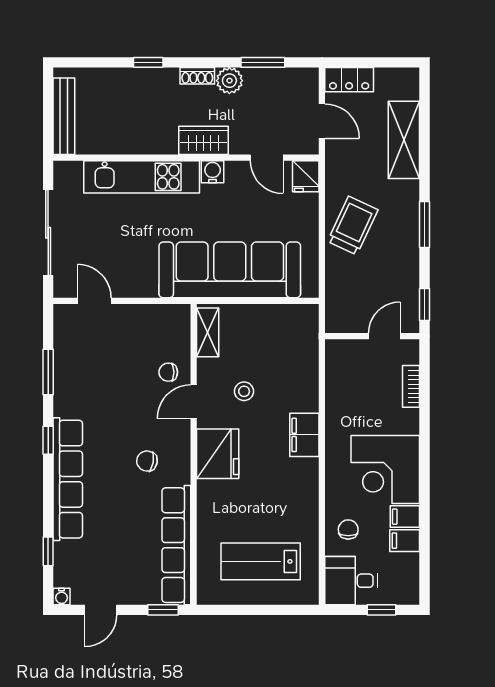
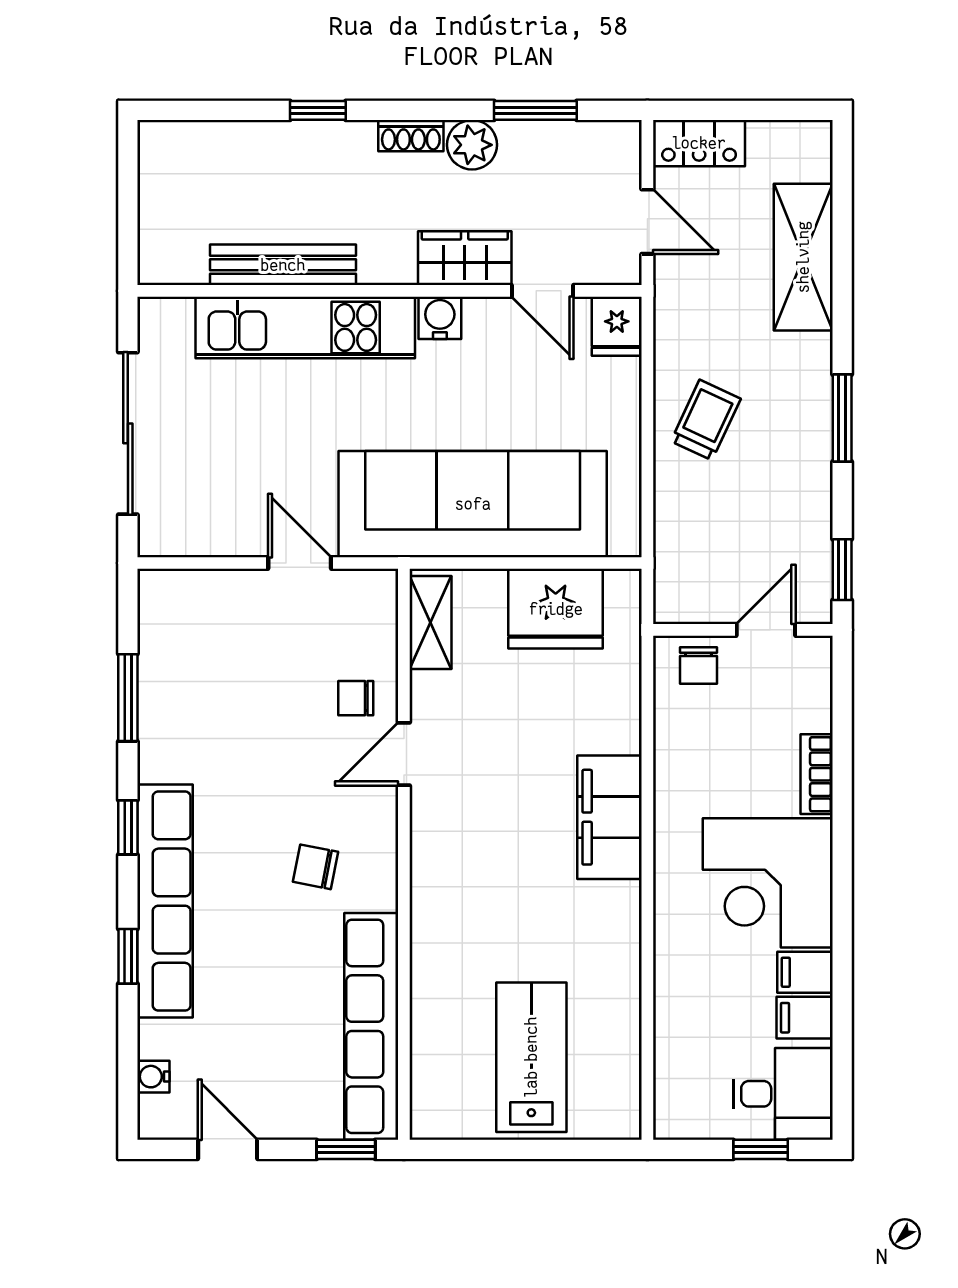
bench: (64, 116) -> (283, 265), moved, turned 90
wardrobe: (203, 140) -> (465, 258), moved
trolley: (353, 226) -> (706, 420), width x0.73, depth x0.72
door: (95, 301) -> (300, 563), moved
bookcase: (411, 386) -> (817, 774), moved
stool: (244, 391) -> (500, 734), removed
filing cabinet: (304, 435) -> (610, 817), width x1.50, depth x1.17
fridge: (218, 454) -> (556, 609), moved, turned 90
chair: (348, 529) -> (699, 665), moved, turned 180
window: (48, 551) -> (128, 956), moved
lab bench: (261, 561) -> (531, 1057), turned 90
desk: (351, 581) -> (783, 1094), moved, turned 180
water cooler: (62, 597) -> (153, 1077), moved, turned 90
door: (101, 610) -> (228, 1149), swing flipped

